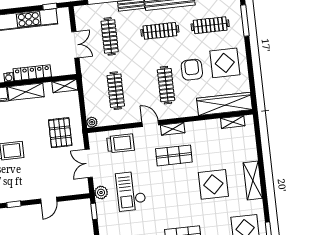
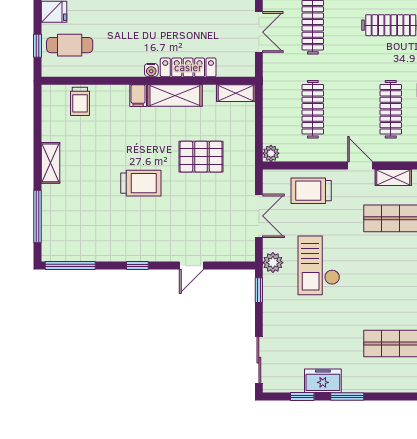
pallet: (60, 133) -> (201, 157), moved, turned 90
trolley: (120, 143) -> (311, 191), turned 180
double door: (89, 163) -> (259, 216), swing flipped

